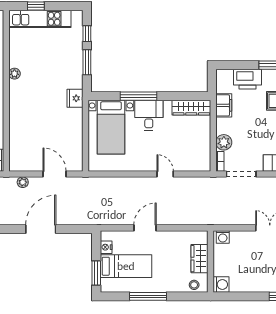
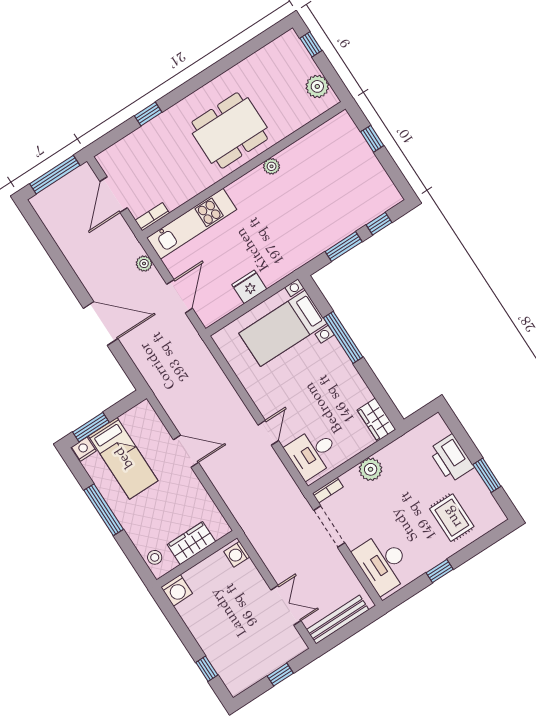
kitchen unit: (40, 19) -> (192, 224), moved, turned -90
fridge: (75, 98) -> (249, 287), moved
filing cabinet: (224, 105) -> (400, 450), removed
wardrobe: (191, 108) -> (376, 420), width x0.67
desk: (149, 115) -> (312, 453), moved, turned 180
plant: (224, 142) -> (371, 469), moved
nightstand: (106, 247) -> (84, 449), moved

